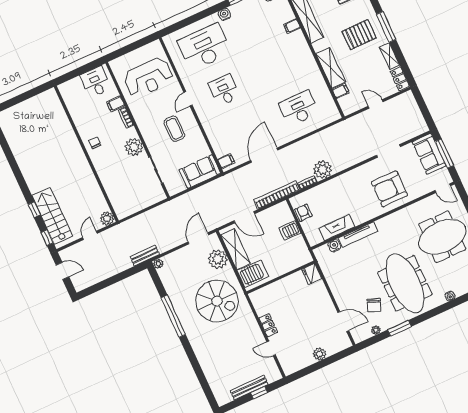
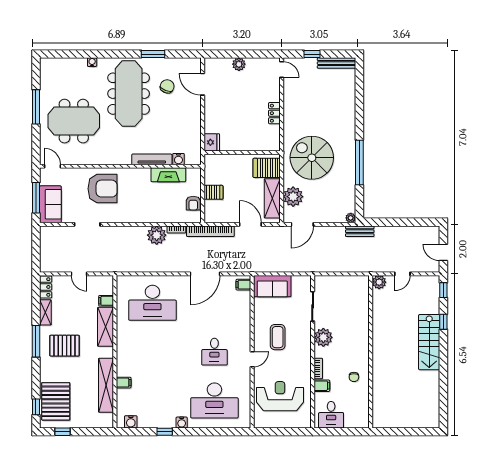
desk: (299, 108) -> (152, 303), width x1.36, depth x1.30
chair: (95, 143) -> (354, 377), moved
stairs: (52, 216) -> (429, 342), moved
plant: (376, 330) -> (176, 62), removed
door: (271, 348) -> (282, 69), moved
bench: (249, 388) -> (337, 63), moved

